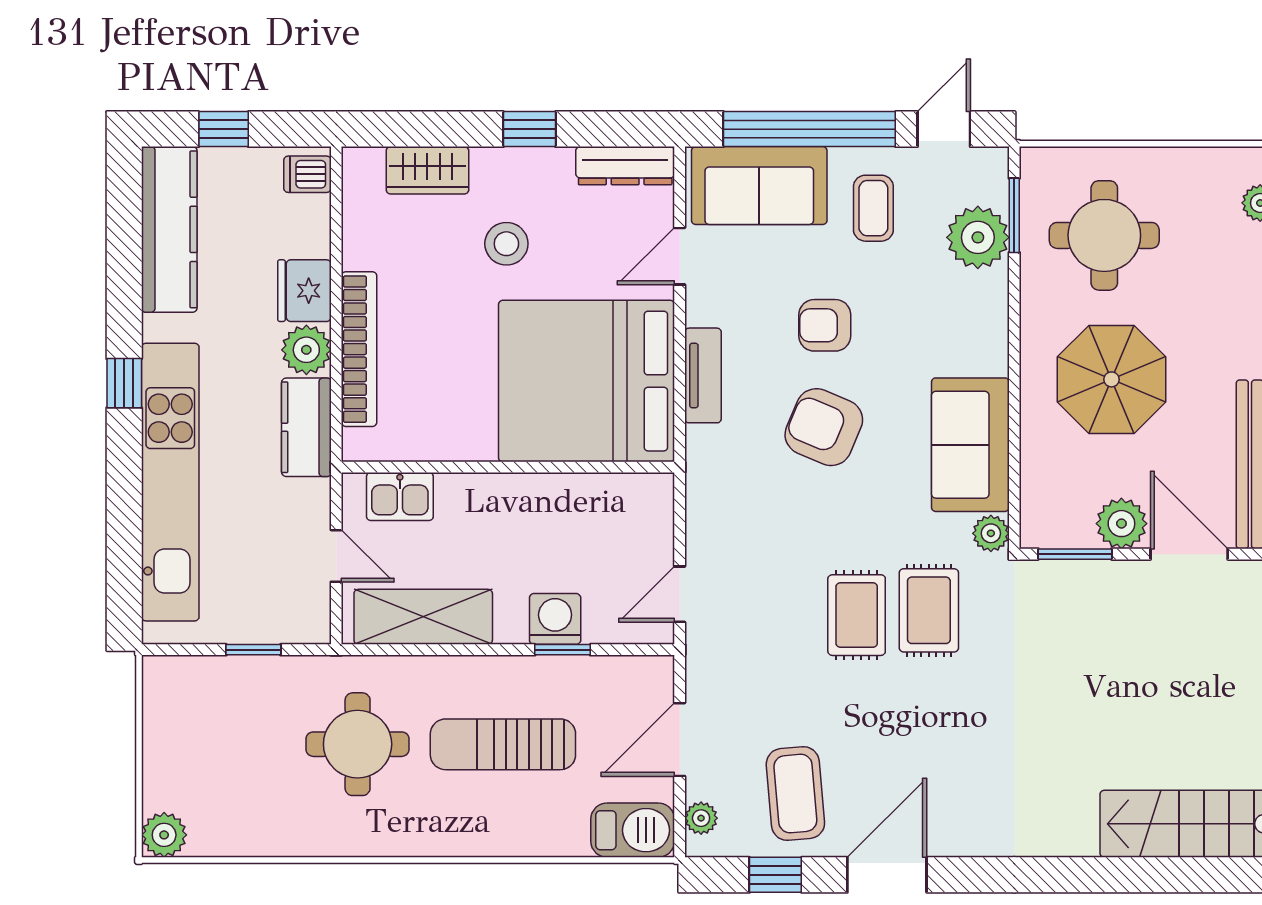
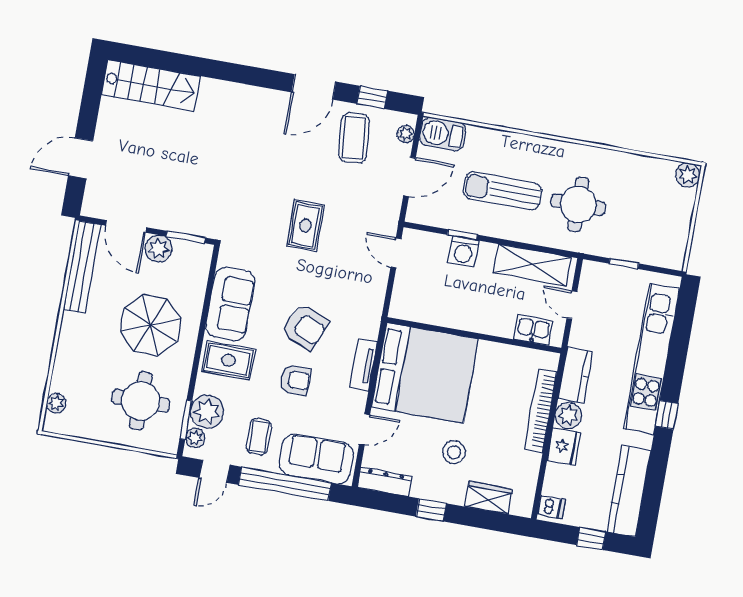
plant: (991, 533) -> (195, 438), moved
door: (680, 594) -> (396, 253), swing flipped
rug: (929, 610) -> (228, 360), moved, turned 90
sun lounger: (503, 744) -> (502, 191), turned 180

